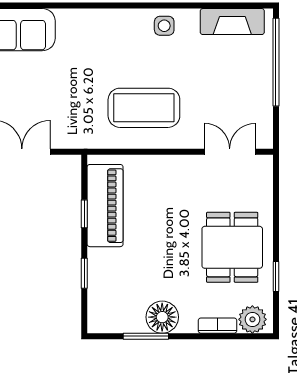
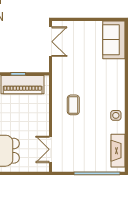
coffee table: (144, 108) -> (73, 105), width x0.54, depth x0.58
double door: (230, 152) -> (51, 149), swing flipped

